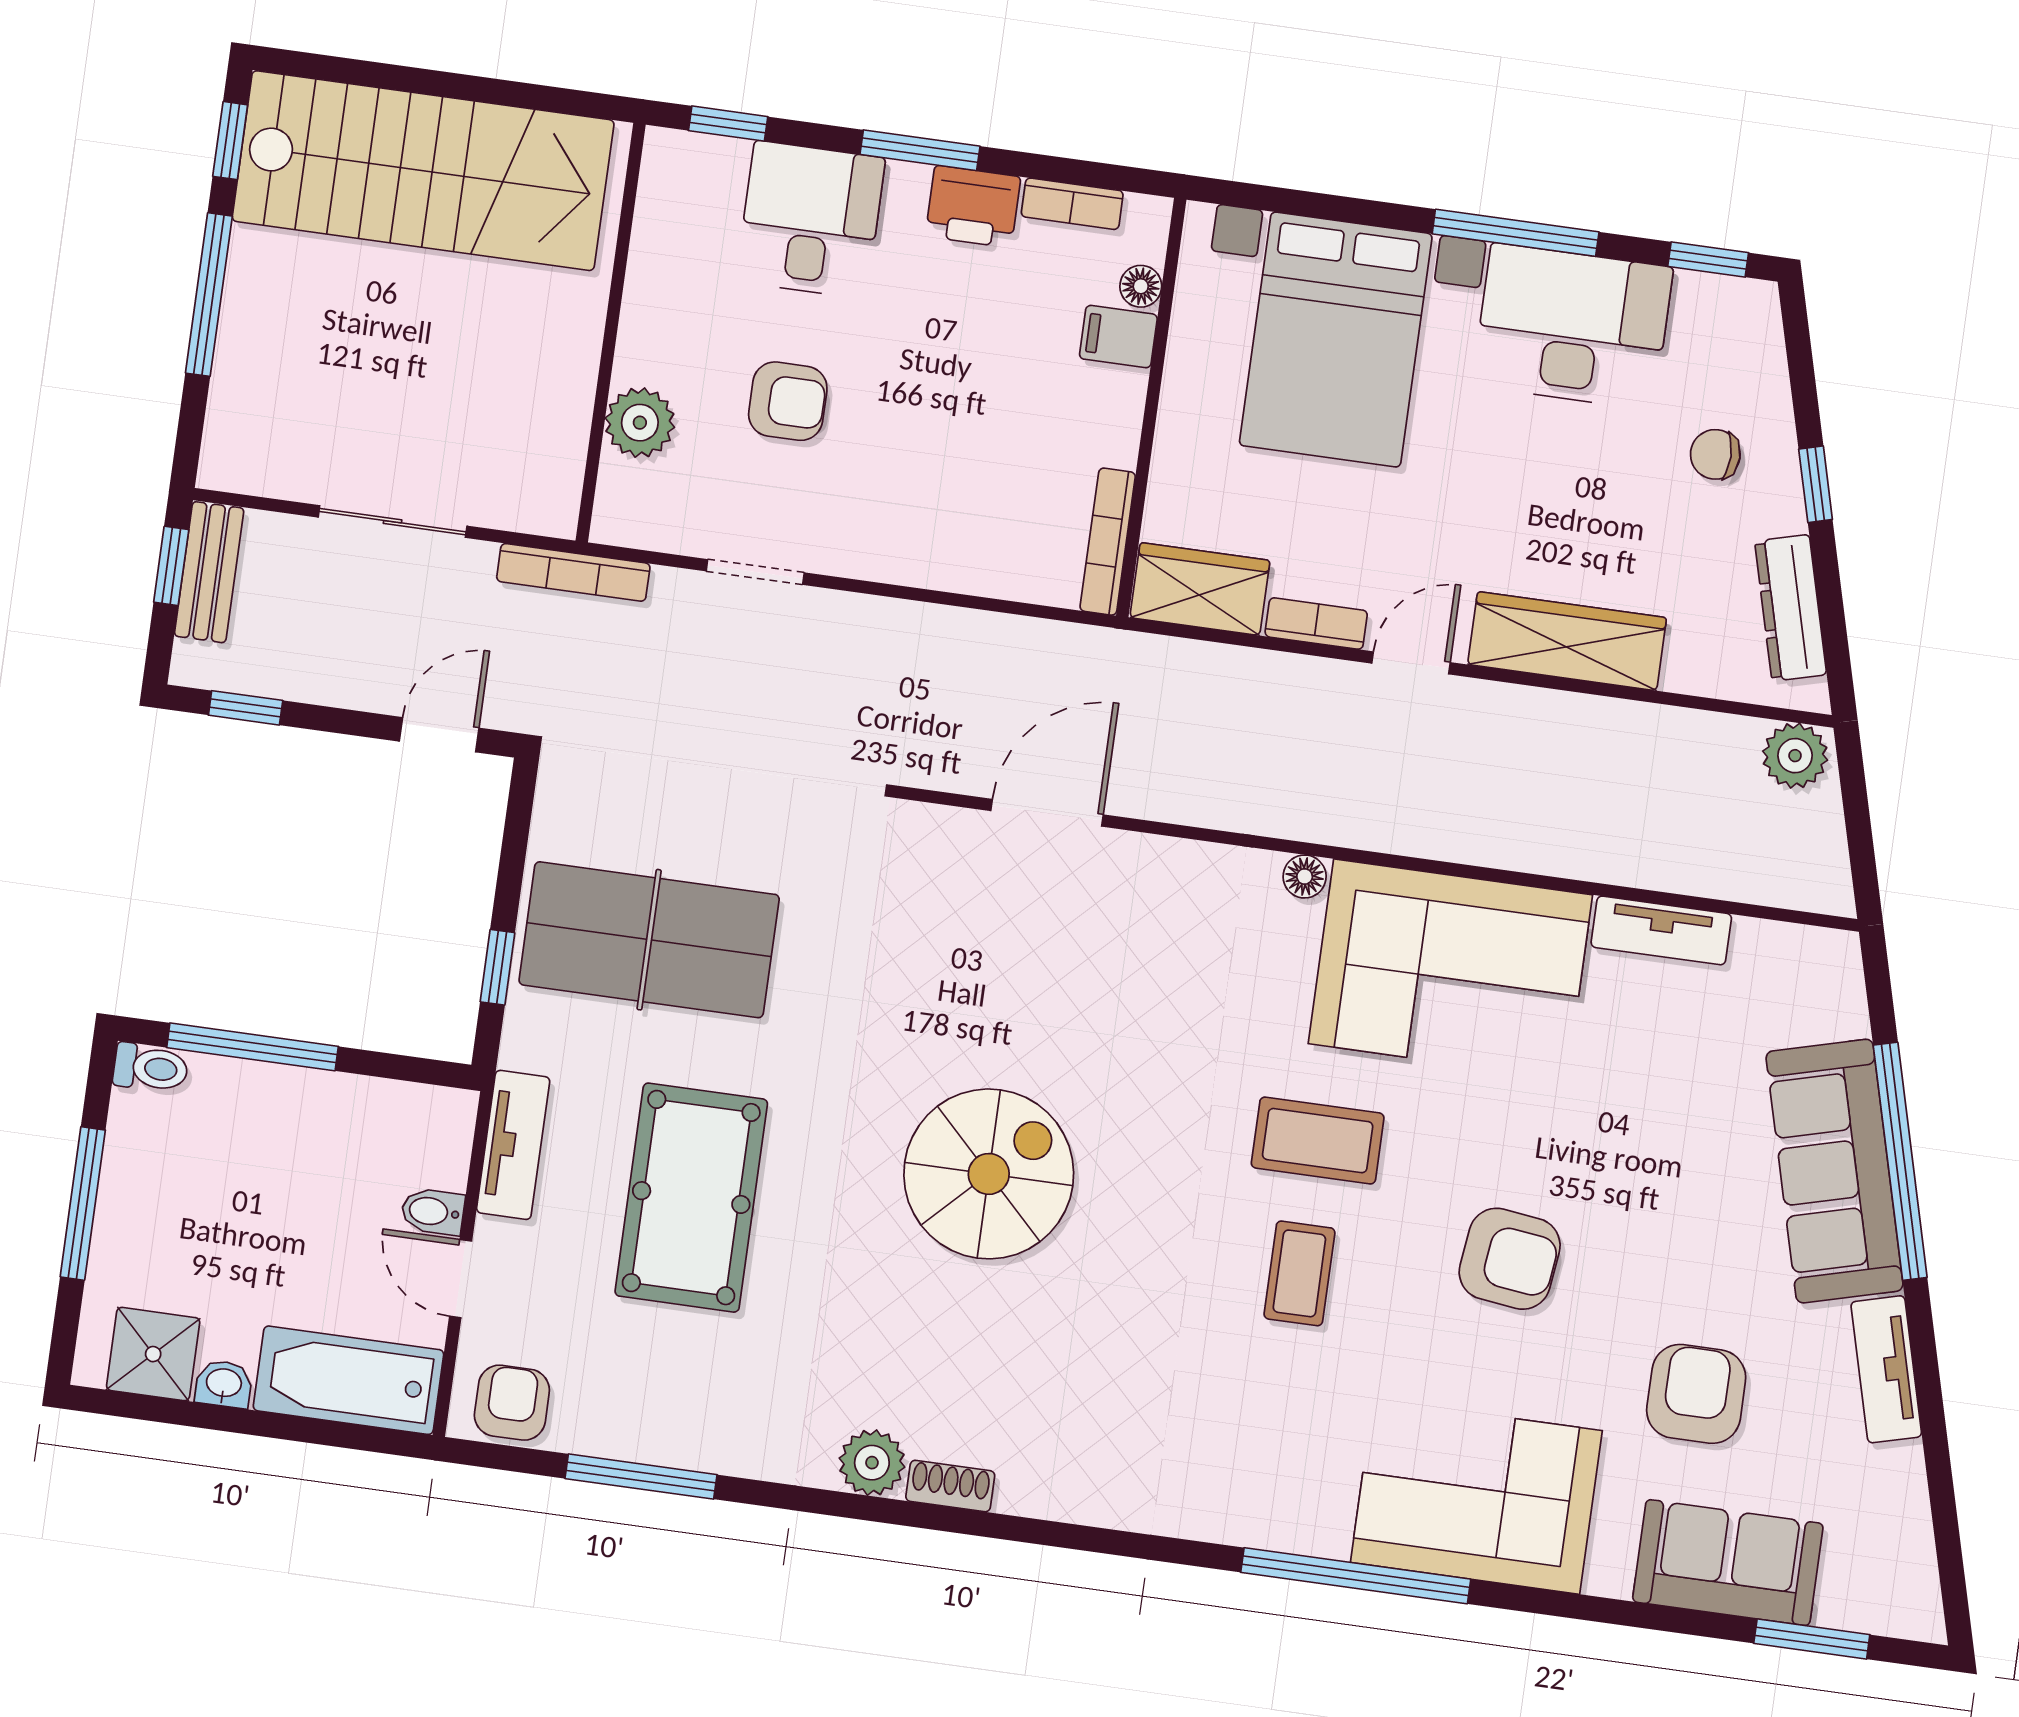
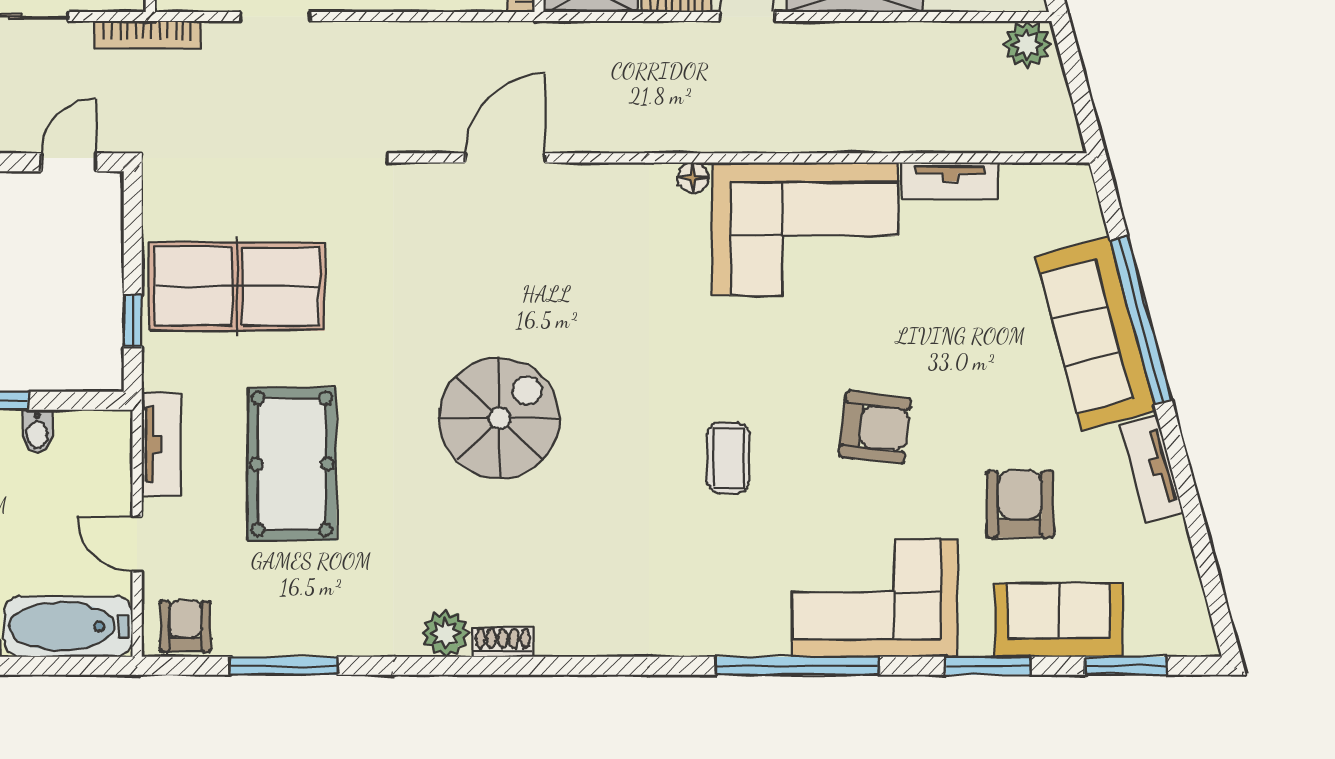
coffee table: (1318, 1141) -> (728, 363), removed
bidet: (433, 1212) -> (37, 431), moved, turned -90
window: (1621, 1613) -> (988, 666), added

